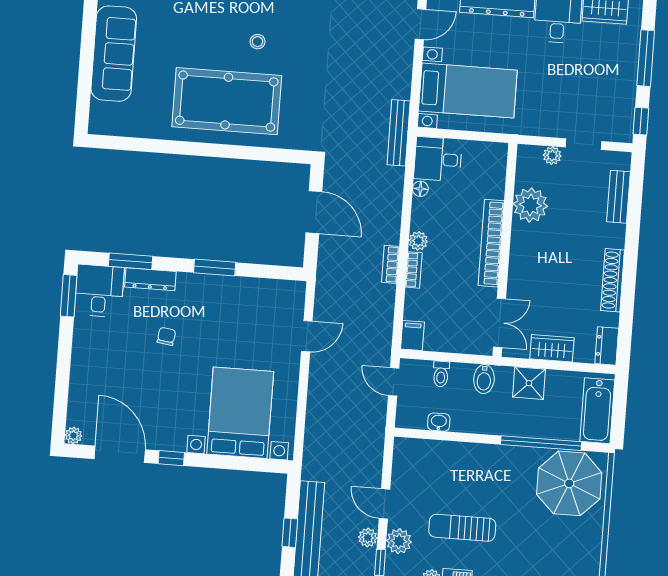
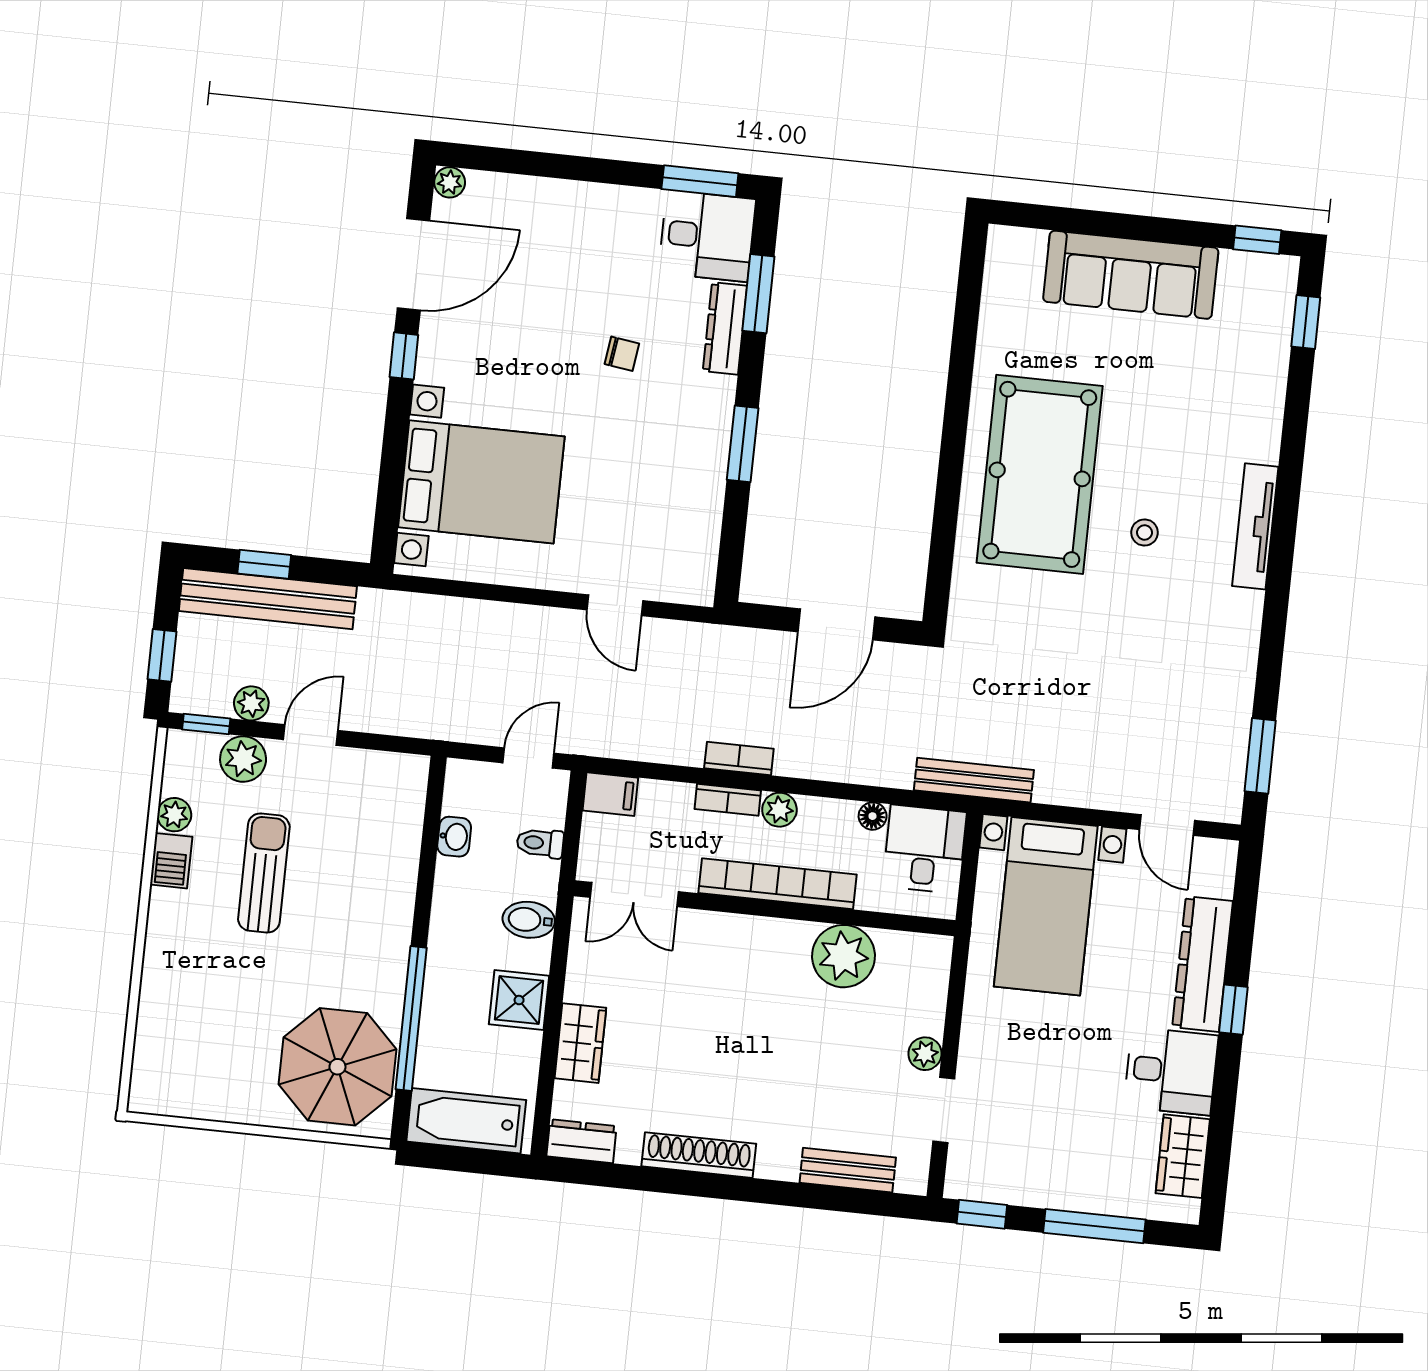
plant: (530, 205) -> (844, 956), moved
bookcase: (491, 243) -> (777, 884), moved
wall: (505, 250) -> (765, 908), moved
double door: (499, 323) -> (634, 894), moved

